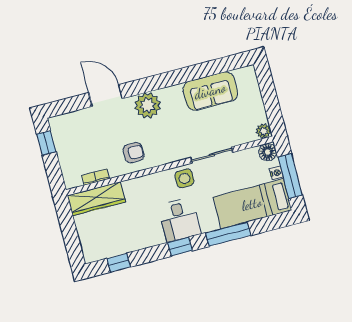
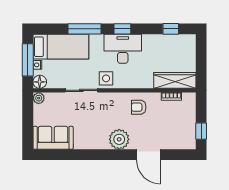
sofa: (210, 91) -> (53, 138), moved
desk: (179, 220) -> (123, 49), width x1.37

